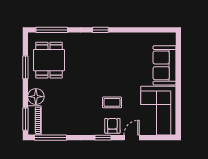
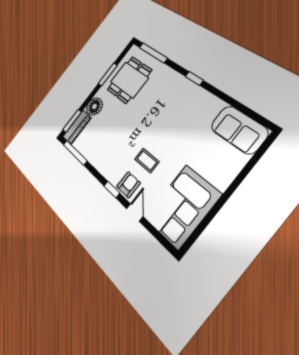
sofa: (165, 65) -> (239, 130), moved, turned -90
door: (132, 138) -> (135, 213), hinge flipped

